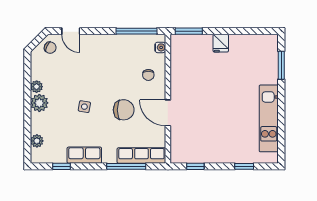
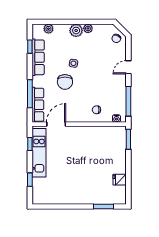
door: (71, 31) -> (128, 67), moved
fridge: (221, 43) -> (120, 180), moved
chair: (124, 110) -> (65, 82), moved
door: (168, 113) -> (56, 124), moved
kitchen unit: (269, 118) -> (39, 153), moved, turned 90
row of seats: (84, 155) -> (38, 57), width x1.48

